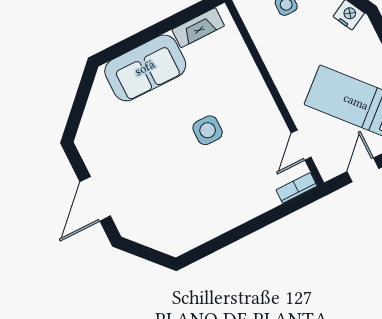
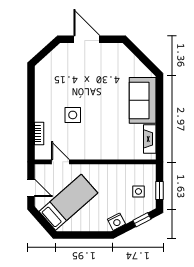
side table: (208, 130) -> (73, 115), moved
bookcase: (297, 188) -> (39, 134), moved

